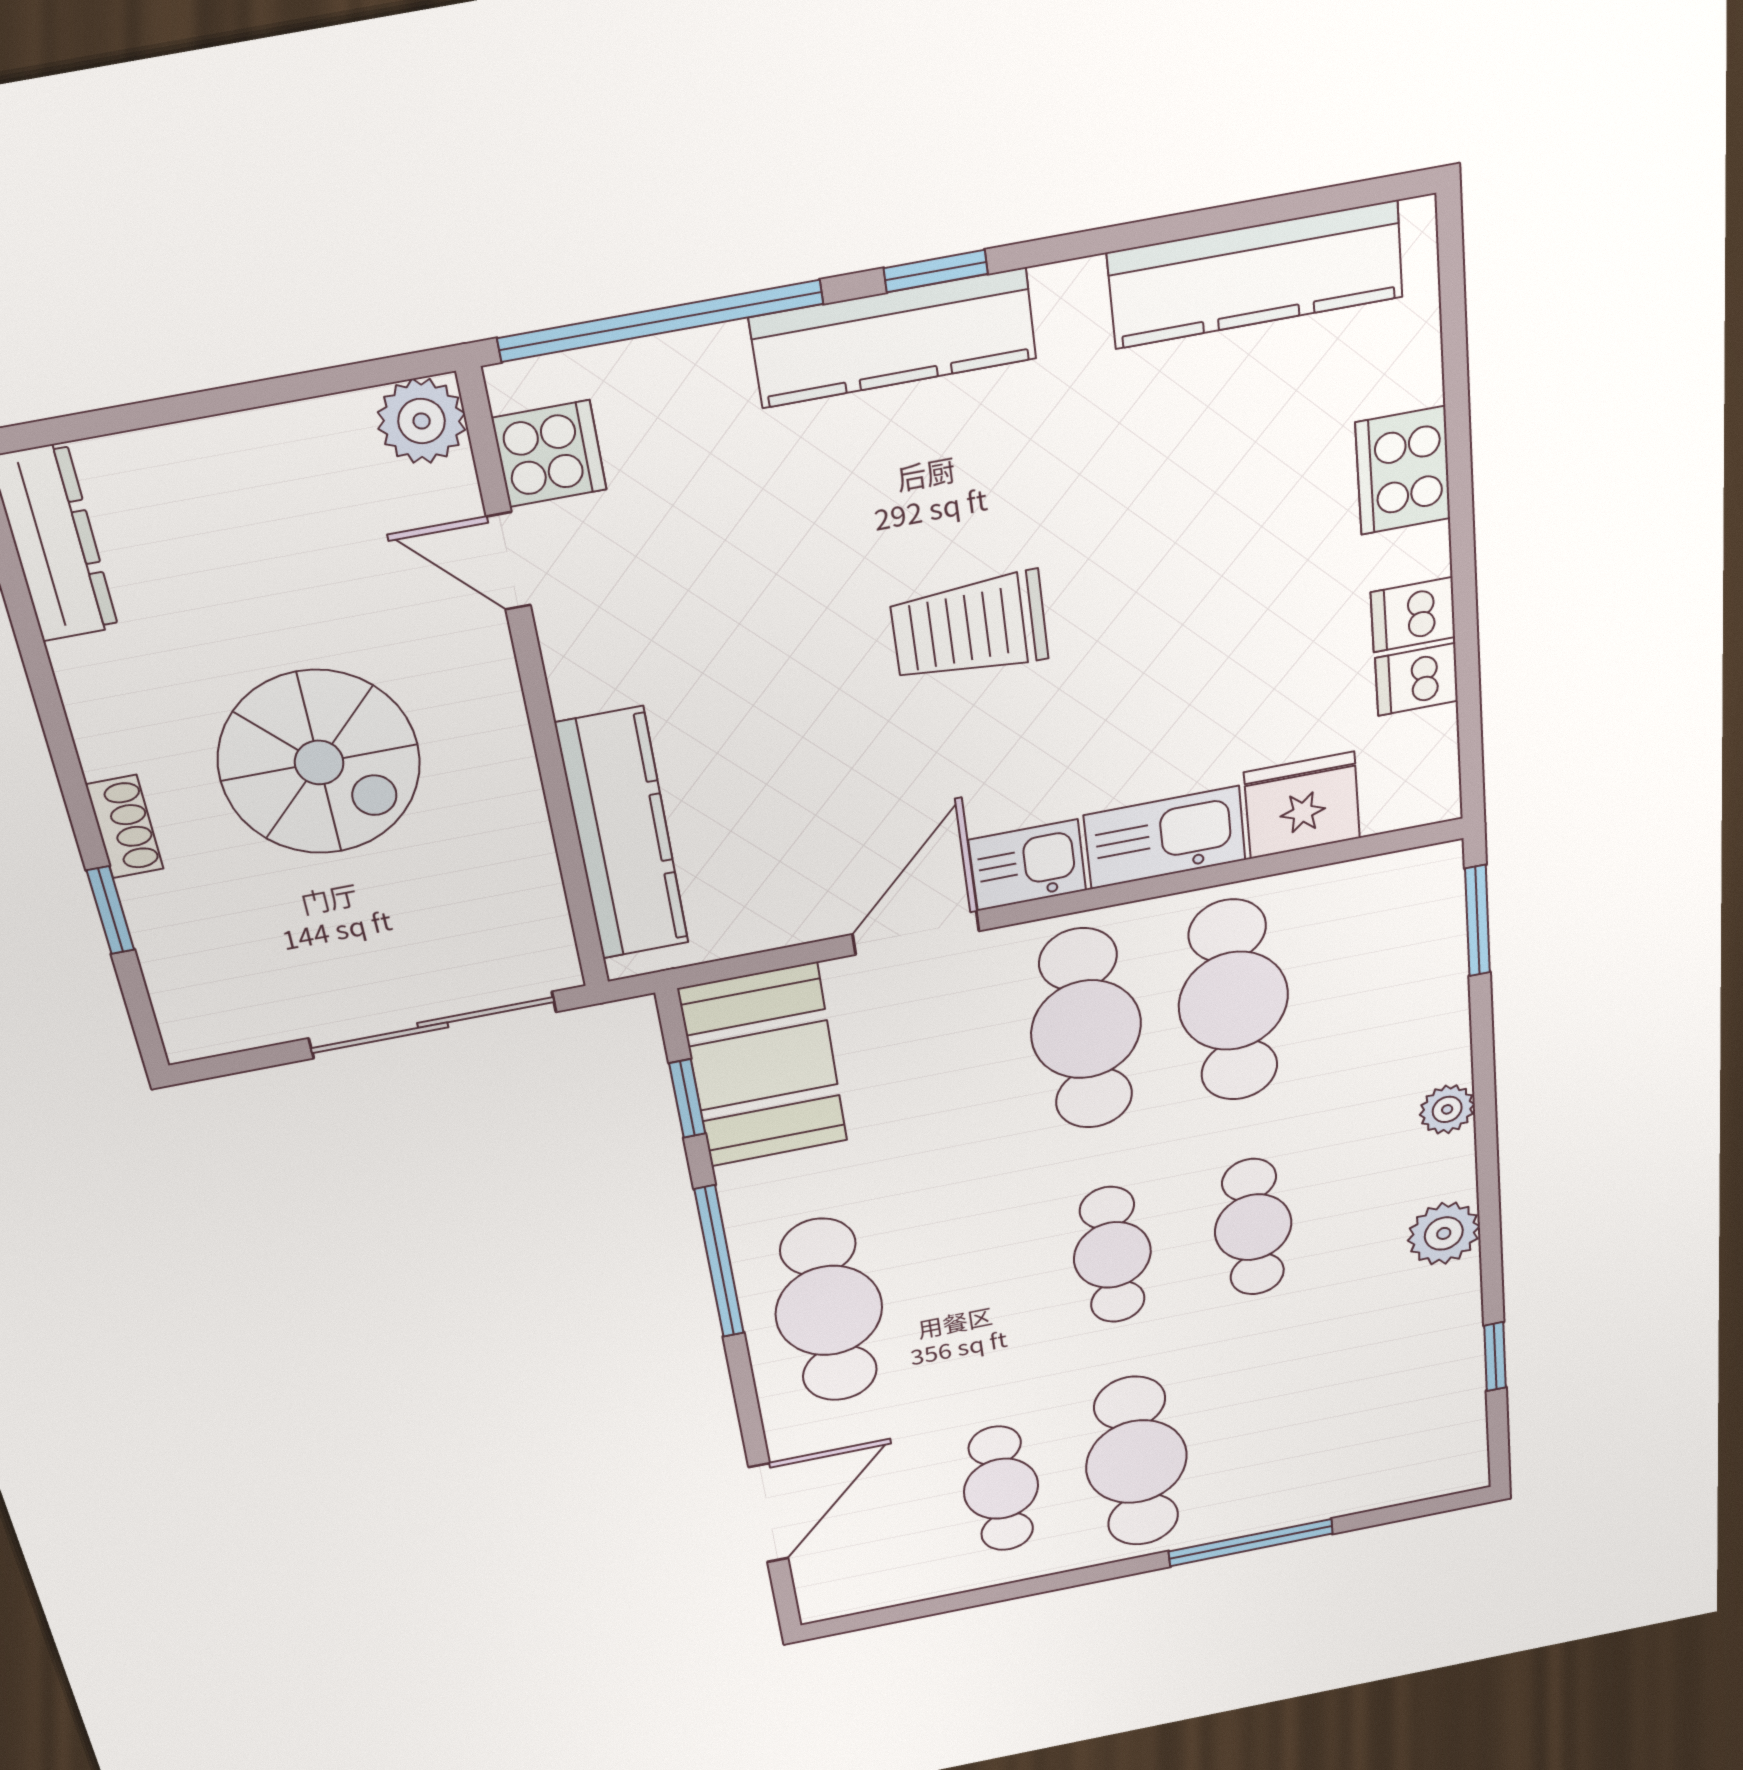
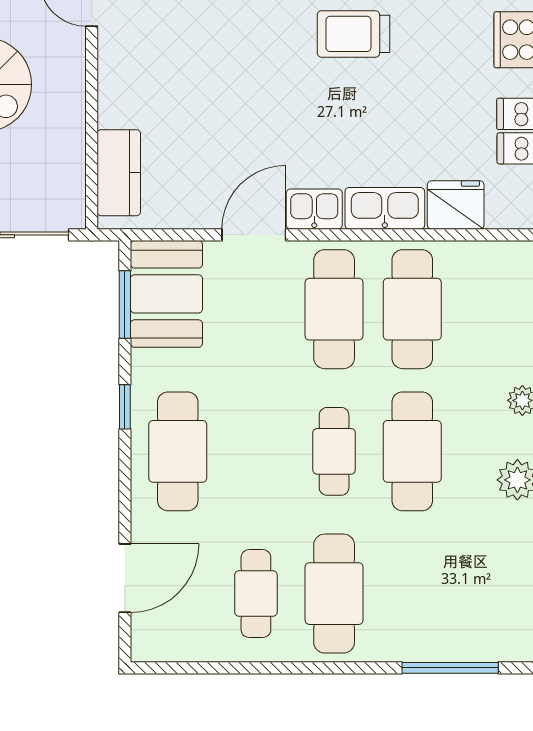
trolley: (969, 627) -> (354, 34), moved
kitchen counter: (623, 835) -> (119, 173), width x0.67
window: (687, 1099) -> (125, 305), width x1.50
cafe table: (1253, 1227) -> (412, 451), width x1.37, depth x1.35
window: (719, 1262) -> (125, 407), width x0.46
window: (1251, 1543) -> (450, 668), moved

